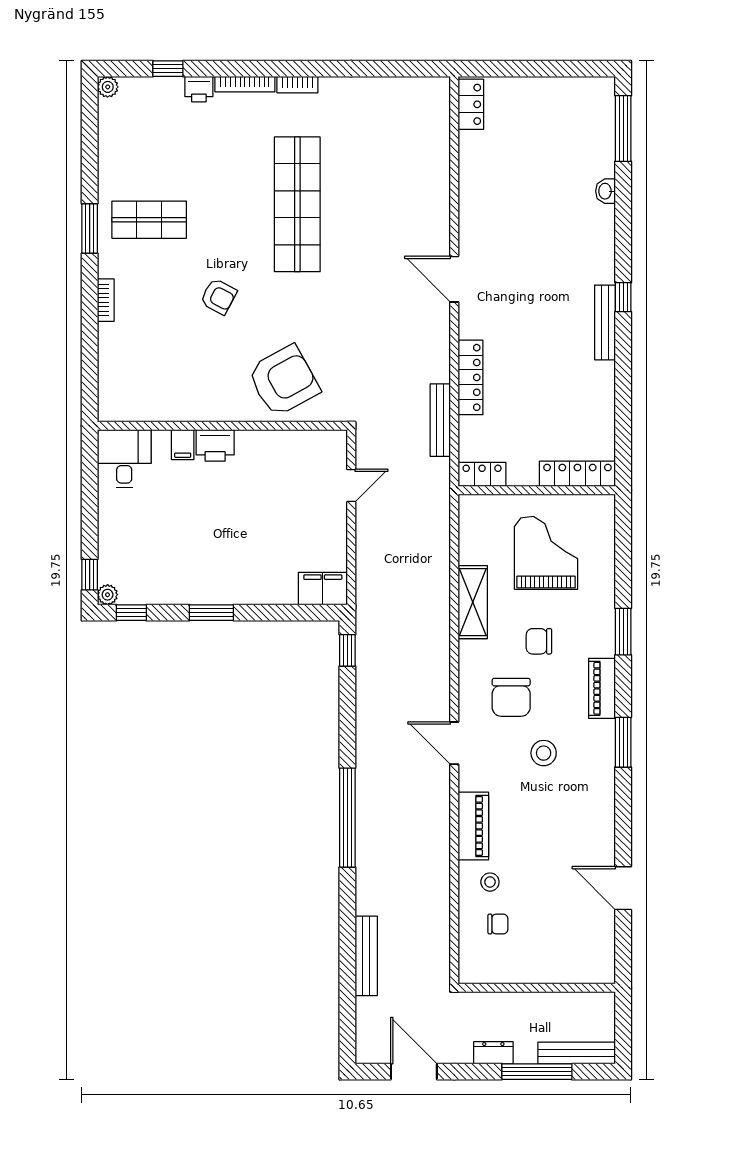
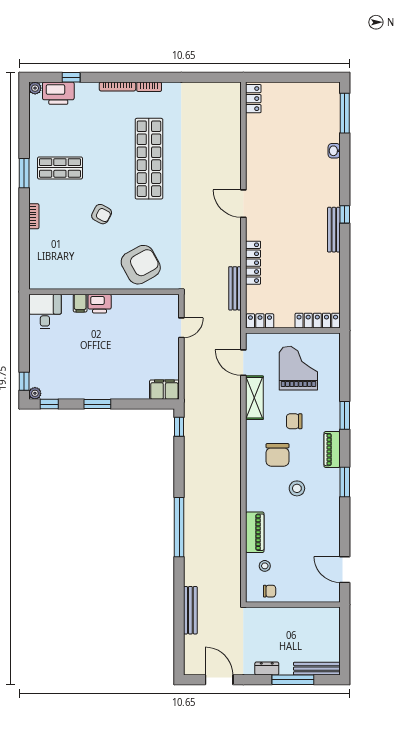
printer: (199, 89) -> (58, 93), moved, width x1.87, depth x1.48
door: (454, 743) -> (243, 363), moved
wall: (537, 988) -> (293, 605), moved

